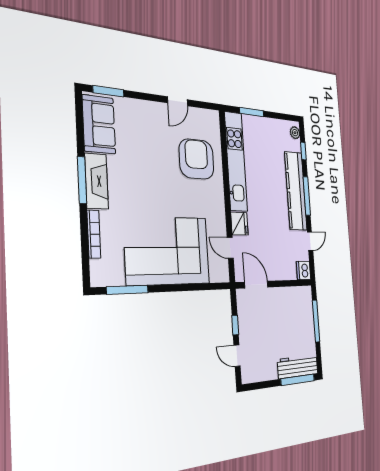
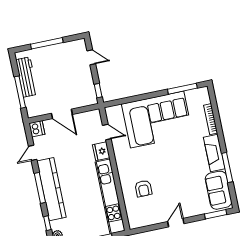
door: (178, 101) -> (176, 223), moved
armchair: (197, 159) -> (143, 188), width x0.53, depth x0.53
window: (82, 180) -> (227, 168), moved
door: (256, 285) -> (62, 114), moved
window: (235, 325) -> (98, 91), moved
workbench: (298, 367) -> (27, 77), moved, turned -90
window: (298, 380) -> (47, 43), moved

